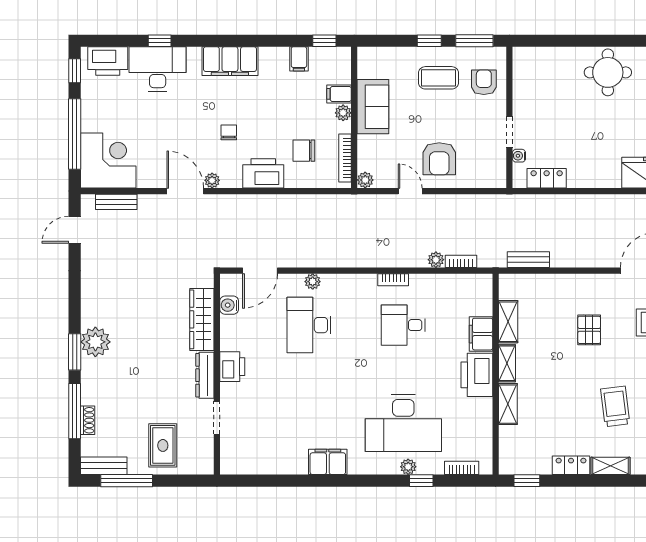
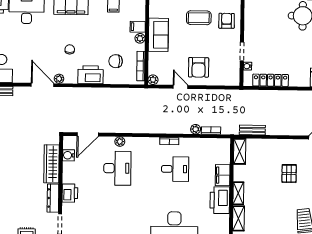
locker: (547, 178) -> (271, 80), width x1.53
shelving: (508, 322) -> (240, 151), moved
desk: (309, 325) -> (117, 168), turned 180
desk: (403, 325) -> (175, 169), turned 180

